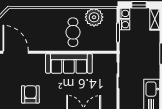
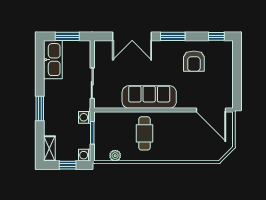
plant: (94, 17) -> (115, 156), width x0.53, depth x0.53
washing machine: (124, 25) -> (85, 117), moved

